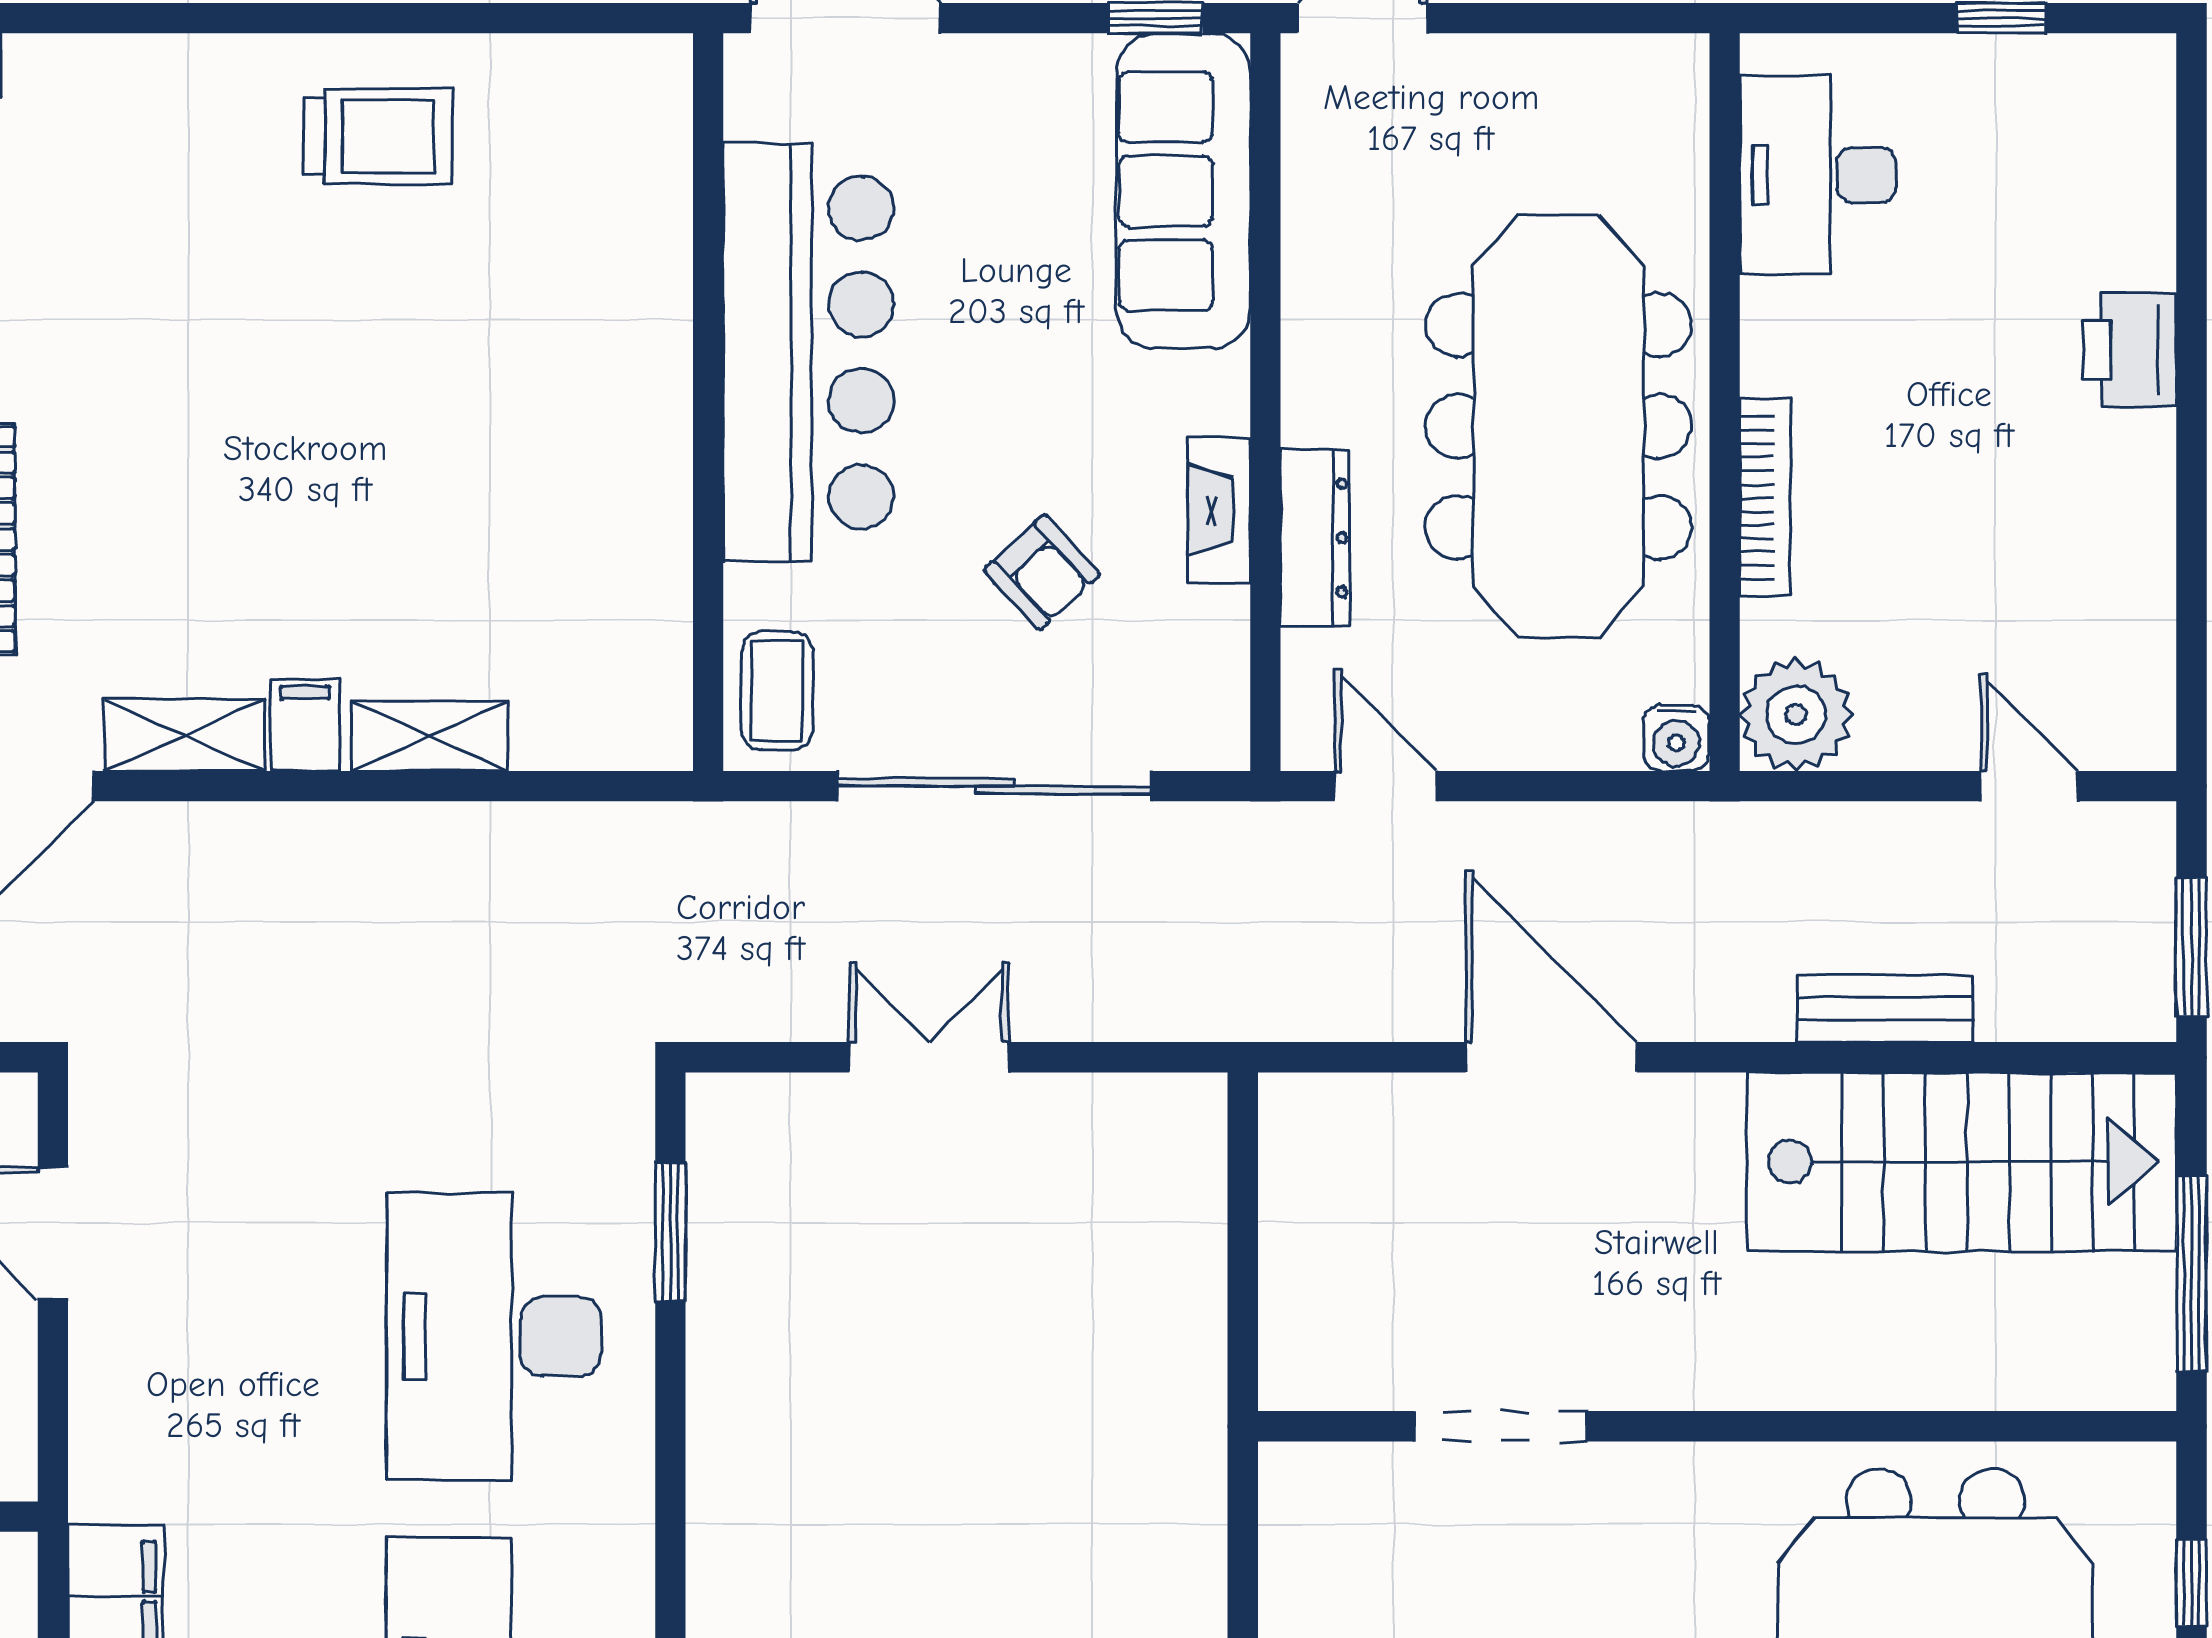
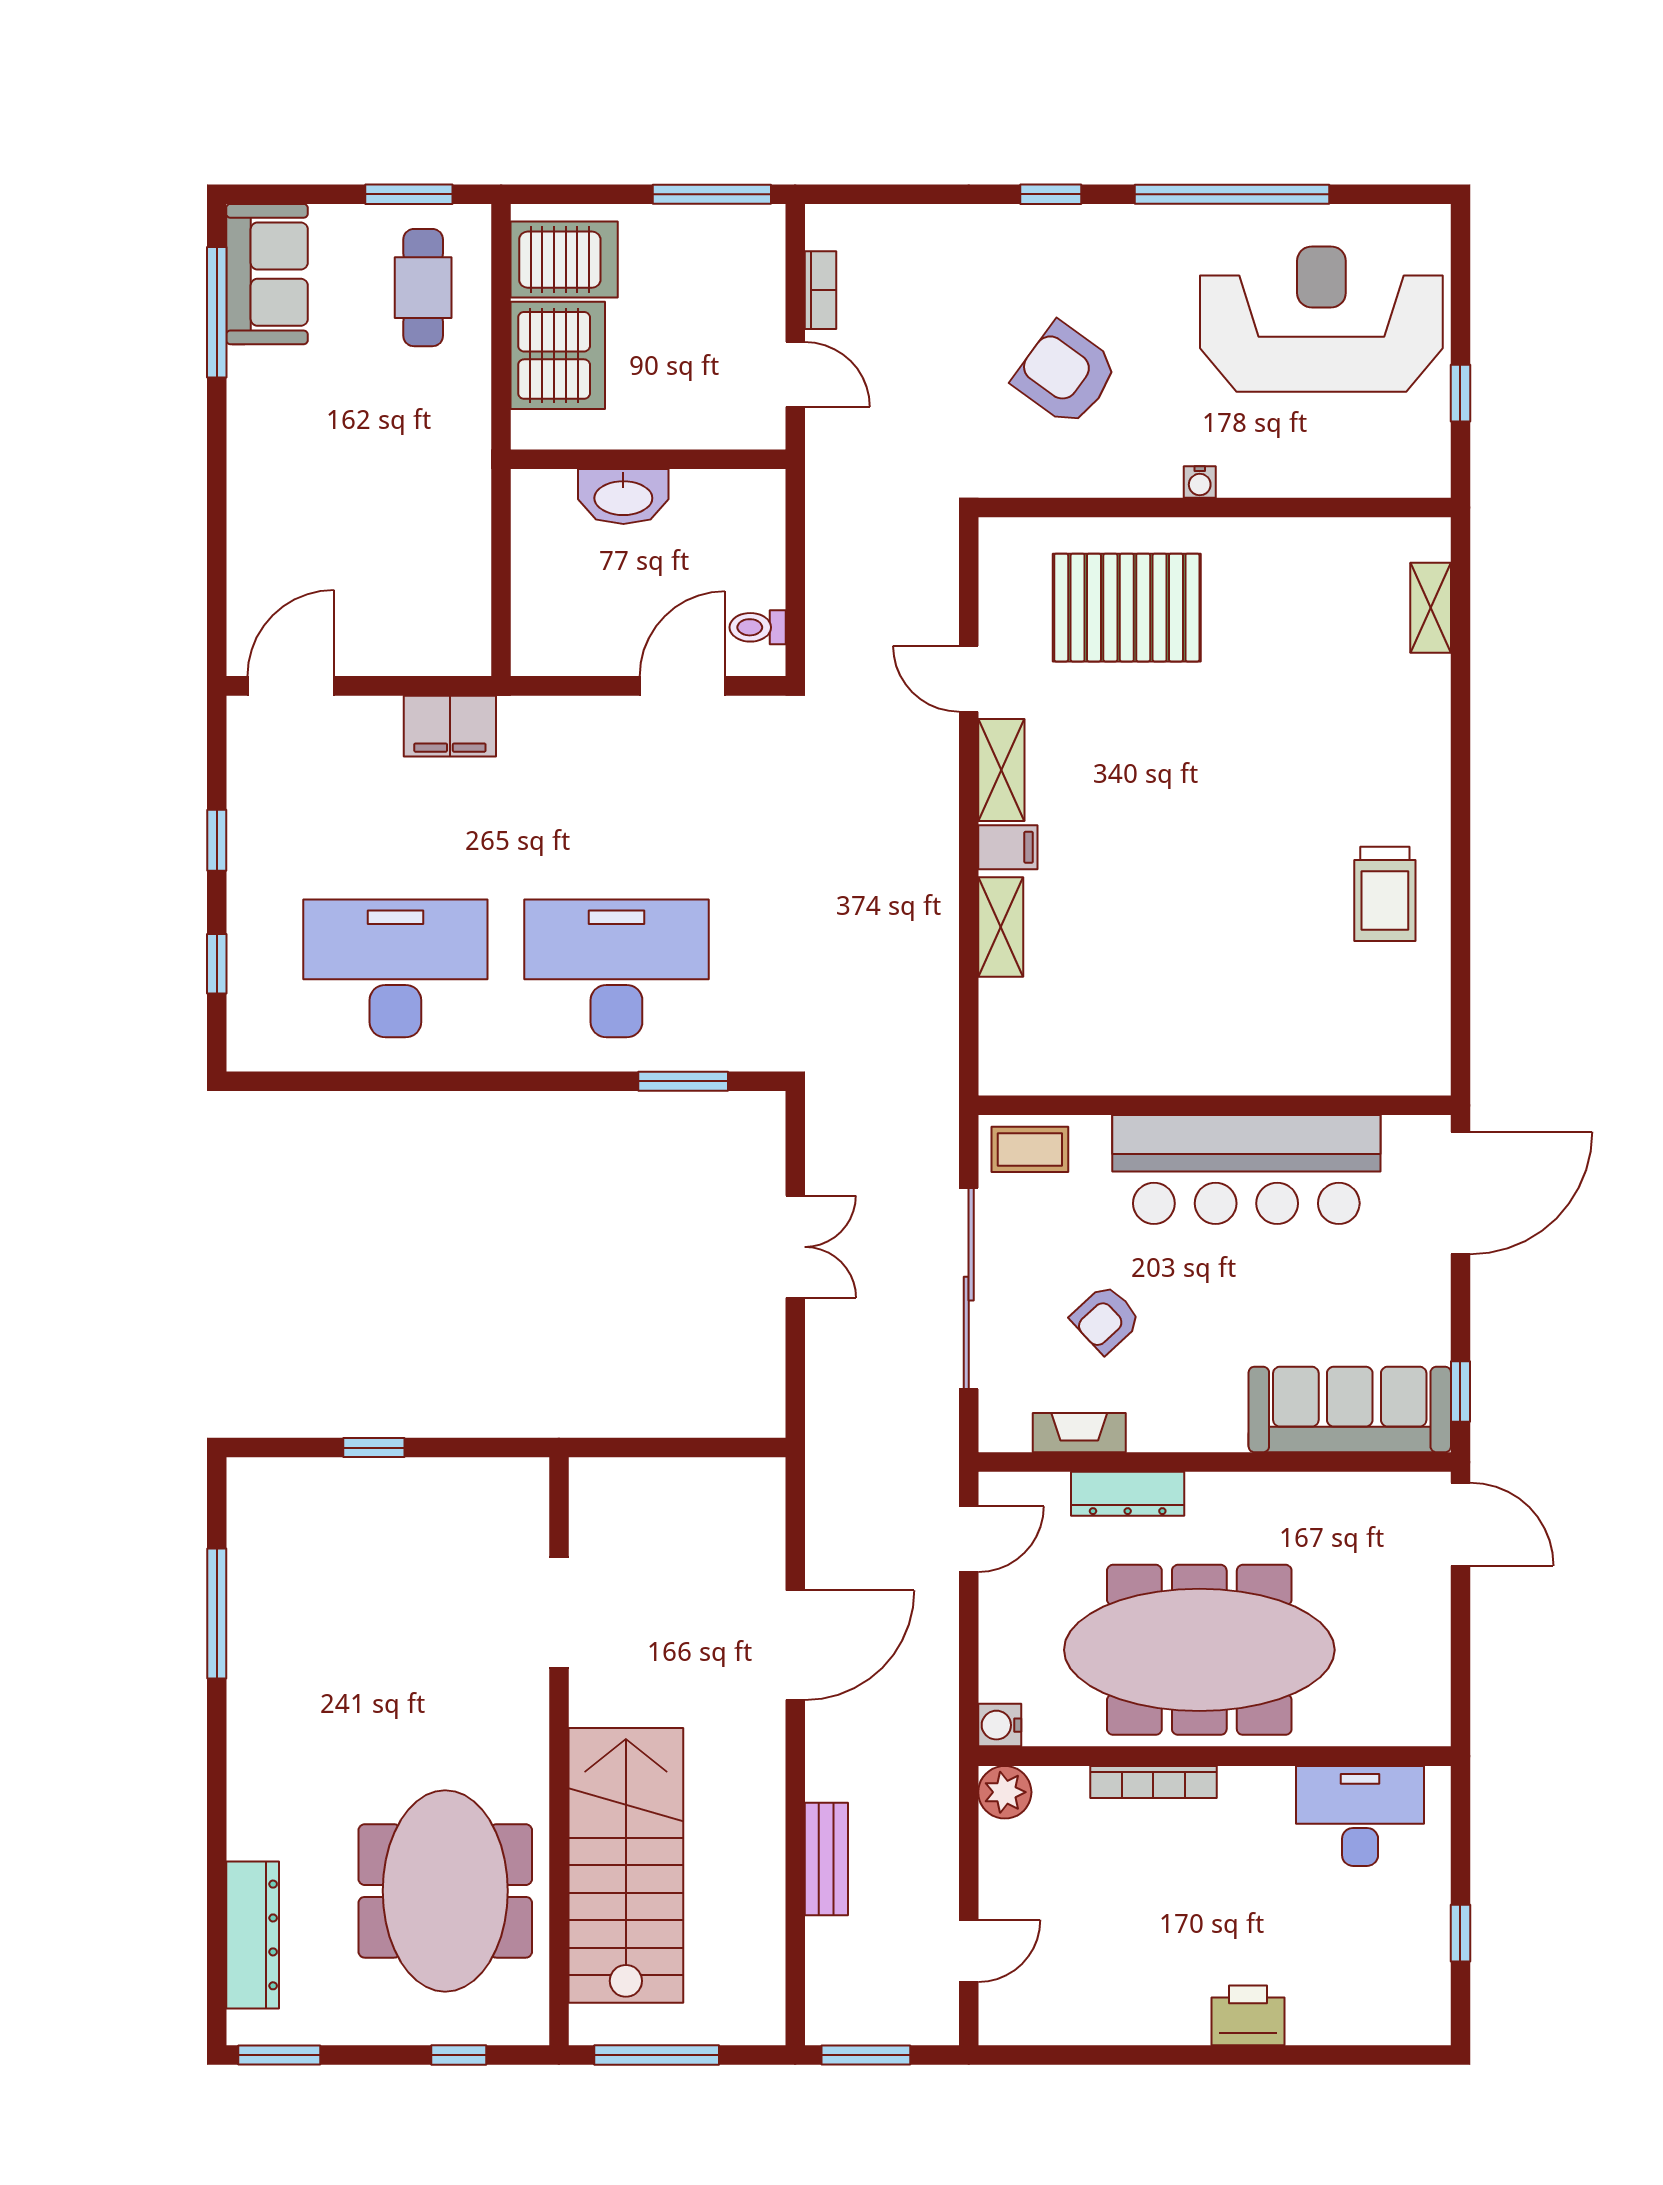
fireplace: (1219, 510) -> (1079, 1433), moved
plant: (1796, 715) -> (1005, 1792), width x0.73, depth x0.73
stairs: (1962, 1162) -> (626, 1865), moved, turned 180

